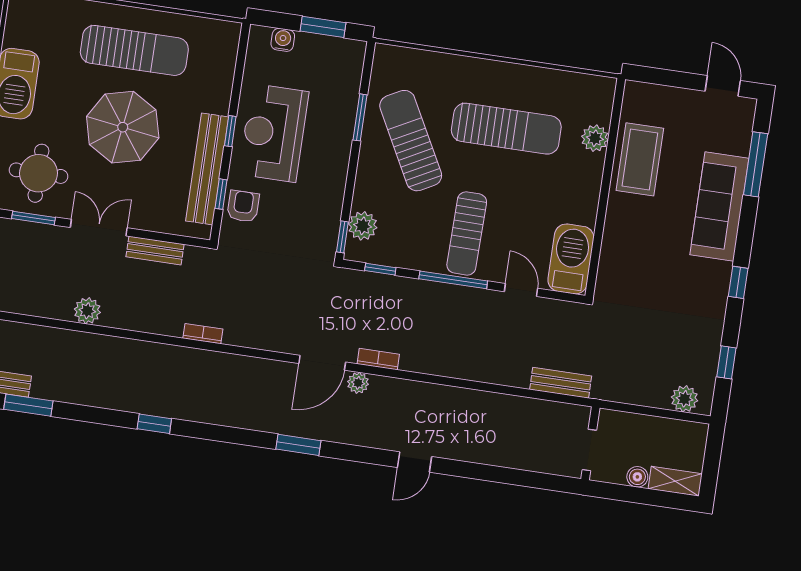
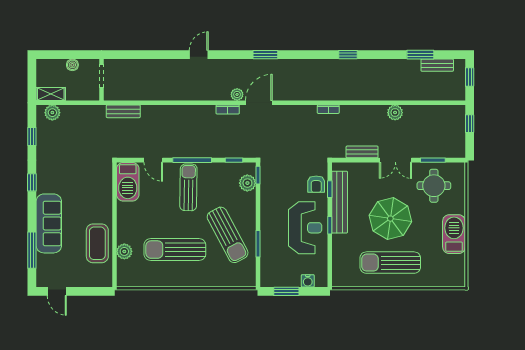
shelving: (675, 481) -> (51, 94), moved

